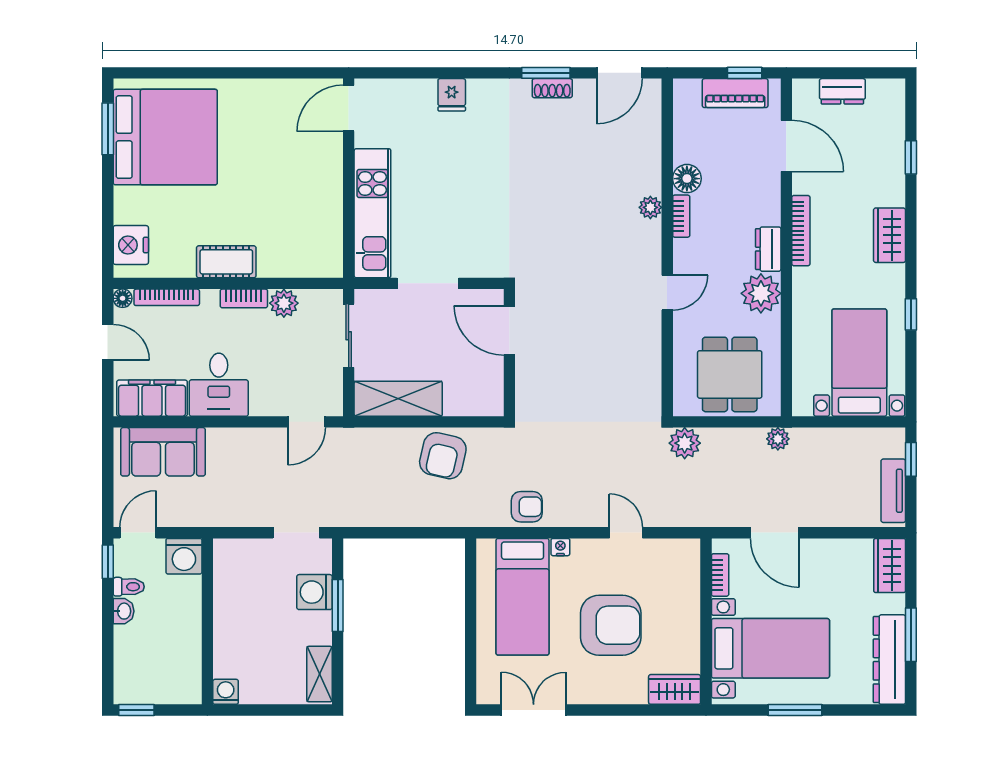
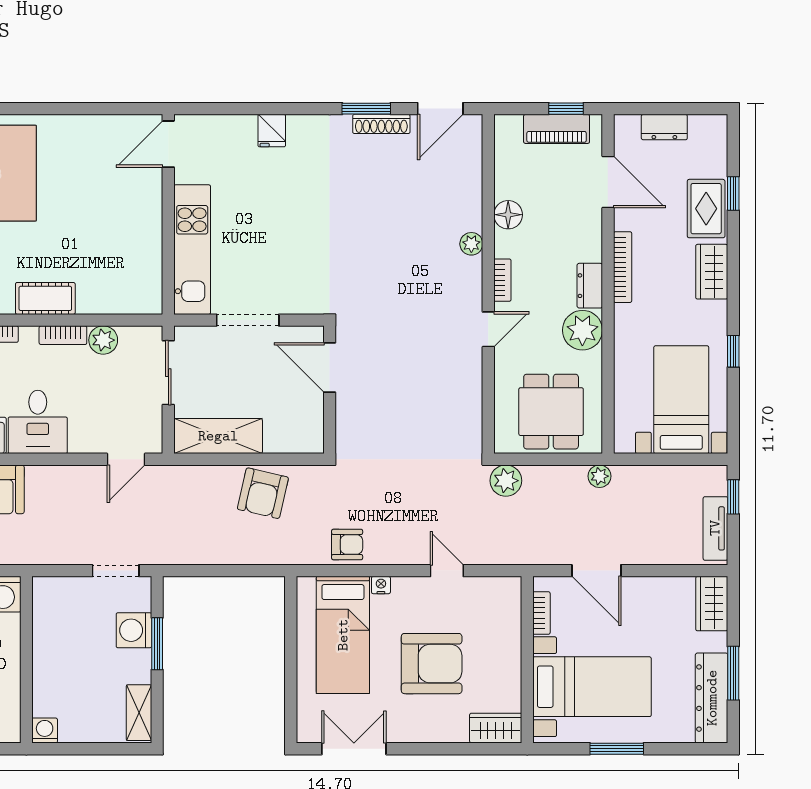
shoe rack: (552, 88) -> (381, 124), width x1.43
rug: (884, 172) -> (706, 209), added
bookcase: (681, 216) -> (502, 280), moved

